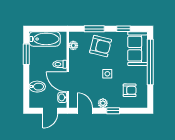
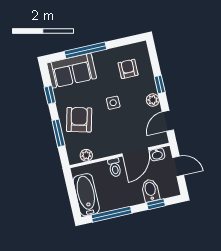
window: (26, 54) -> (112, 214), width x1.44
window: (150, 62) -> (85, 50), width x0.68
window: (26, 88) -> (156, 204), added

